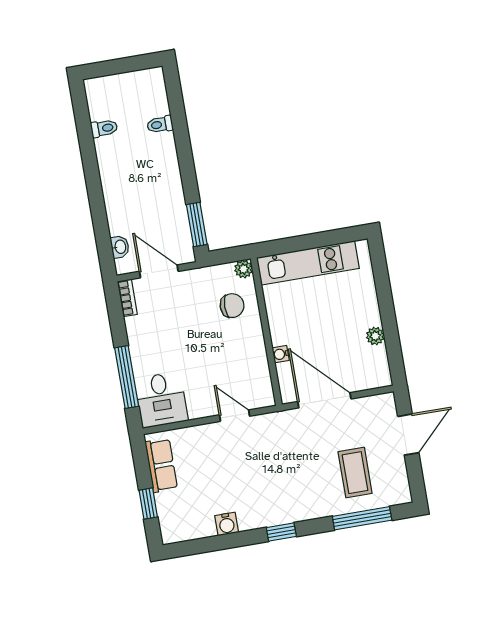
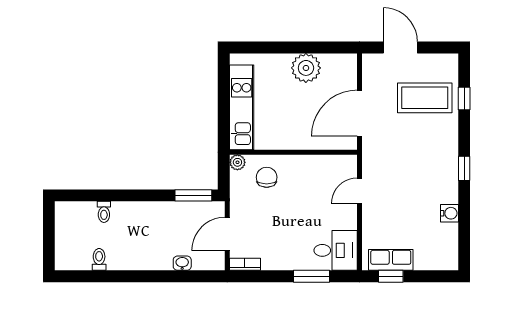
washbasin: (120, 247) -> (182, 263), moved
plant: (375, 336) -> (306, 68), width x1.88, depth x1.88
water cooler: (281, 354) -> (314, 143), removed
window: (127, 377) -> (312, 276), width x0.69
coffee table: (355, 473) -> (425, 98), width x1.36, depth x1.32
window: (148, 504) -> (391, 276), moved
window: (362, 518) -> (464, 98), width x0.46

